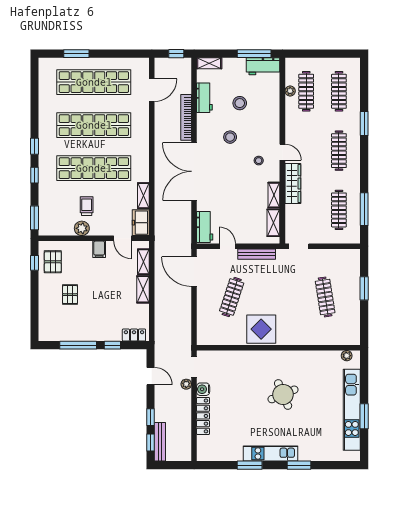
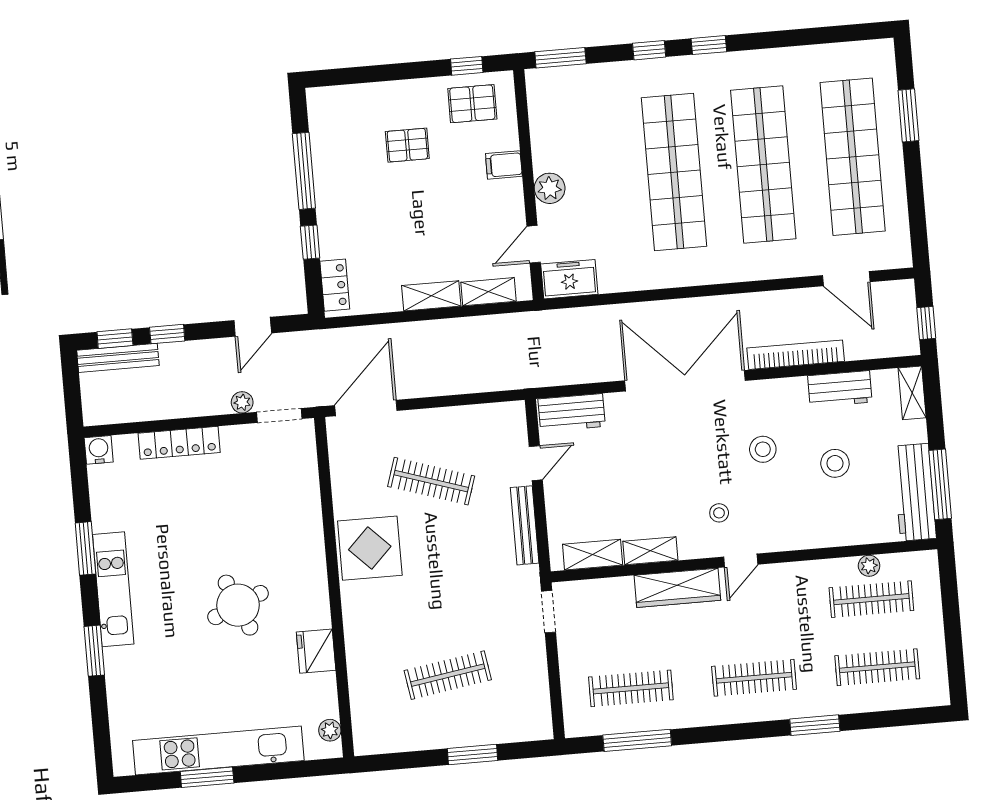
workbench: (263, 66) -> (914, 492), width x1.37
shelving: (143, 196) -> (626, 280), removed
trolley: (87, 206) -> (594, 164), removed
plant: (82, 228) -> (550, 188), moved
filing cabinet: (99, 249) -> (504, 165), moved
door: (194, 272) -> (366, 408), moved
fridge: (308, 359) -> (316, 651), added
water cooler: (203, 389) -> (99, 450), moved

